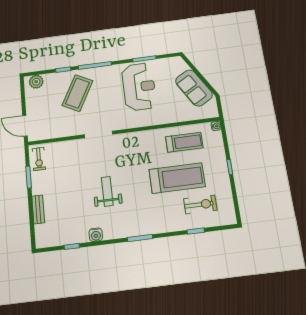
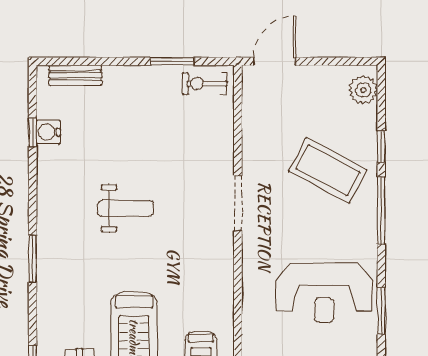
bench: (38, 209) -> (75, 75), moved
water cooler: (96, 235) -> (48, 132), moved

